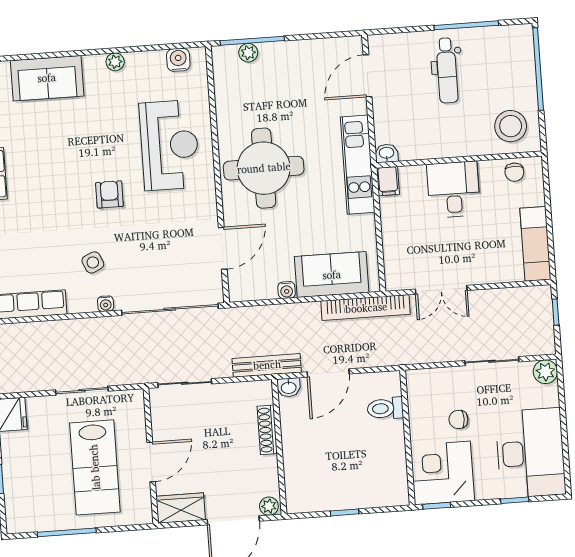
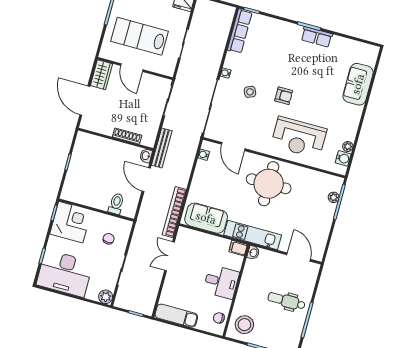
plant: (115, 62) -> (348, 146), moved
side table: (93, 262) -> (250, 92), moved
sofa: (332, 275) -> (206, 218), moved, turned -90
water cooler: (287, 290) -> (204, 155), moved
chair: (458, 419) -> (109, 239), moved
plant: (269, 506) -> (86, 123), removed

